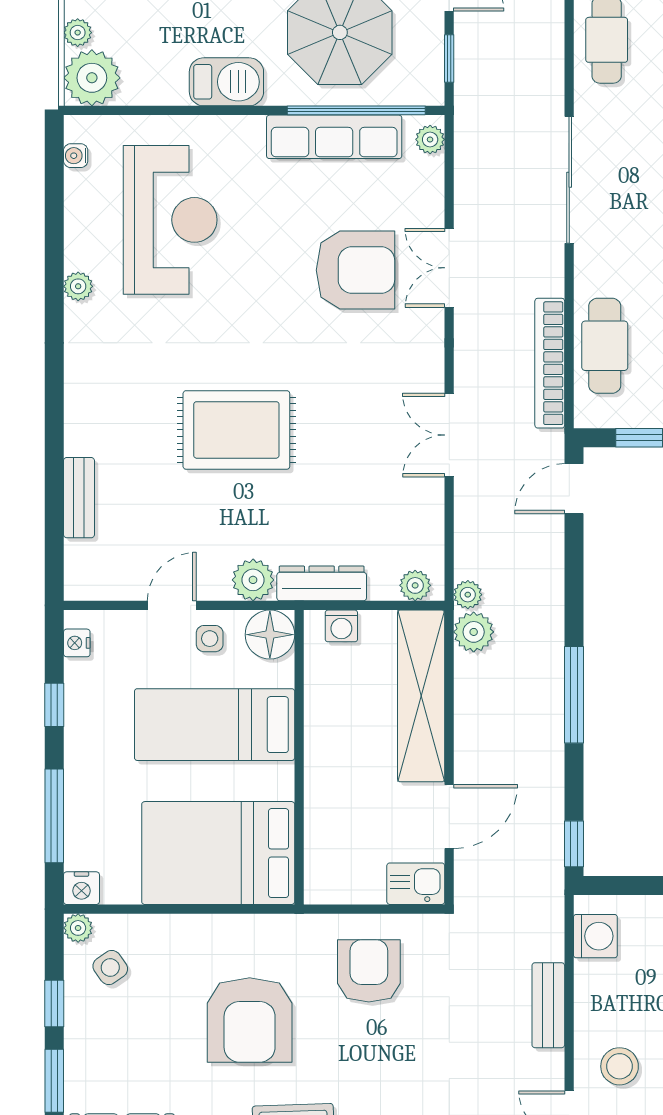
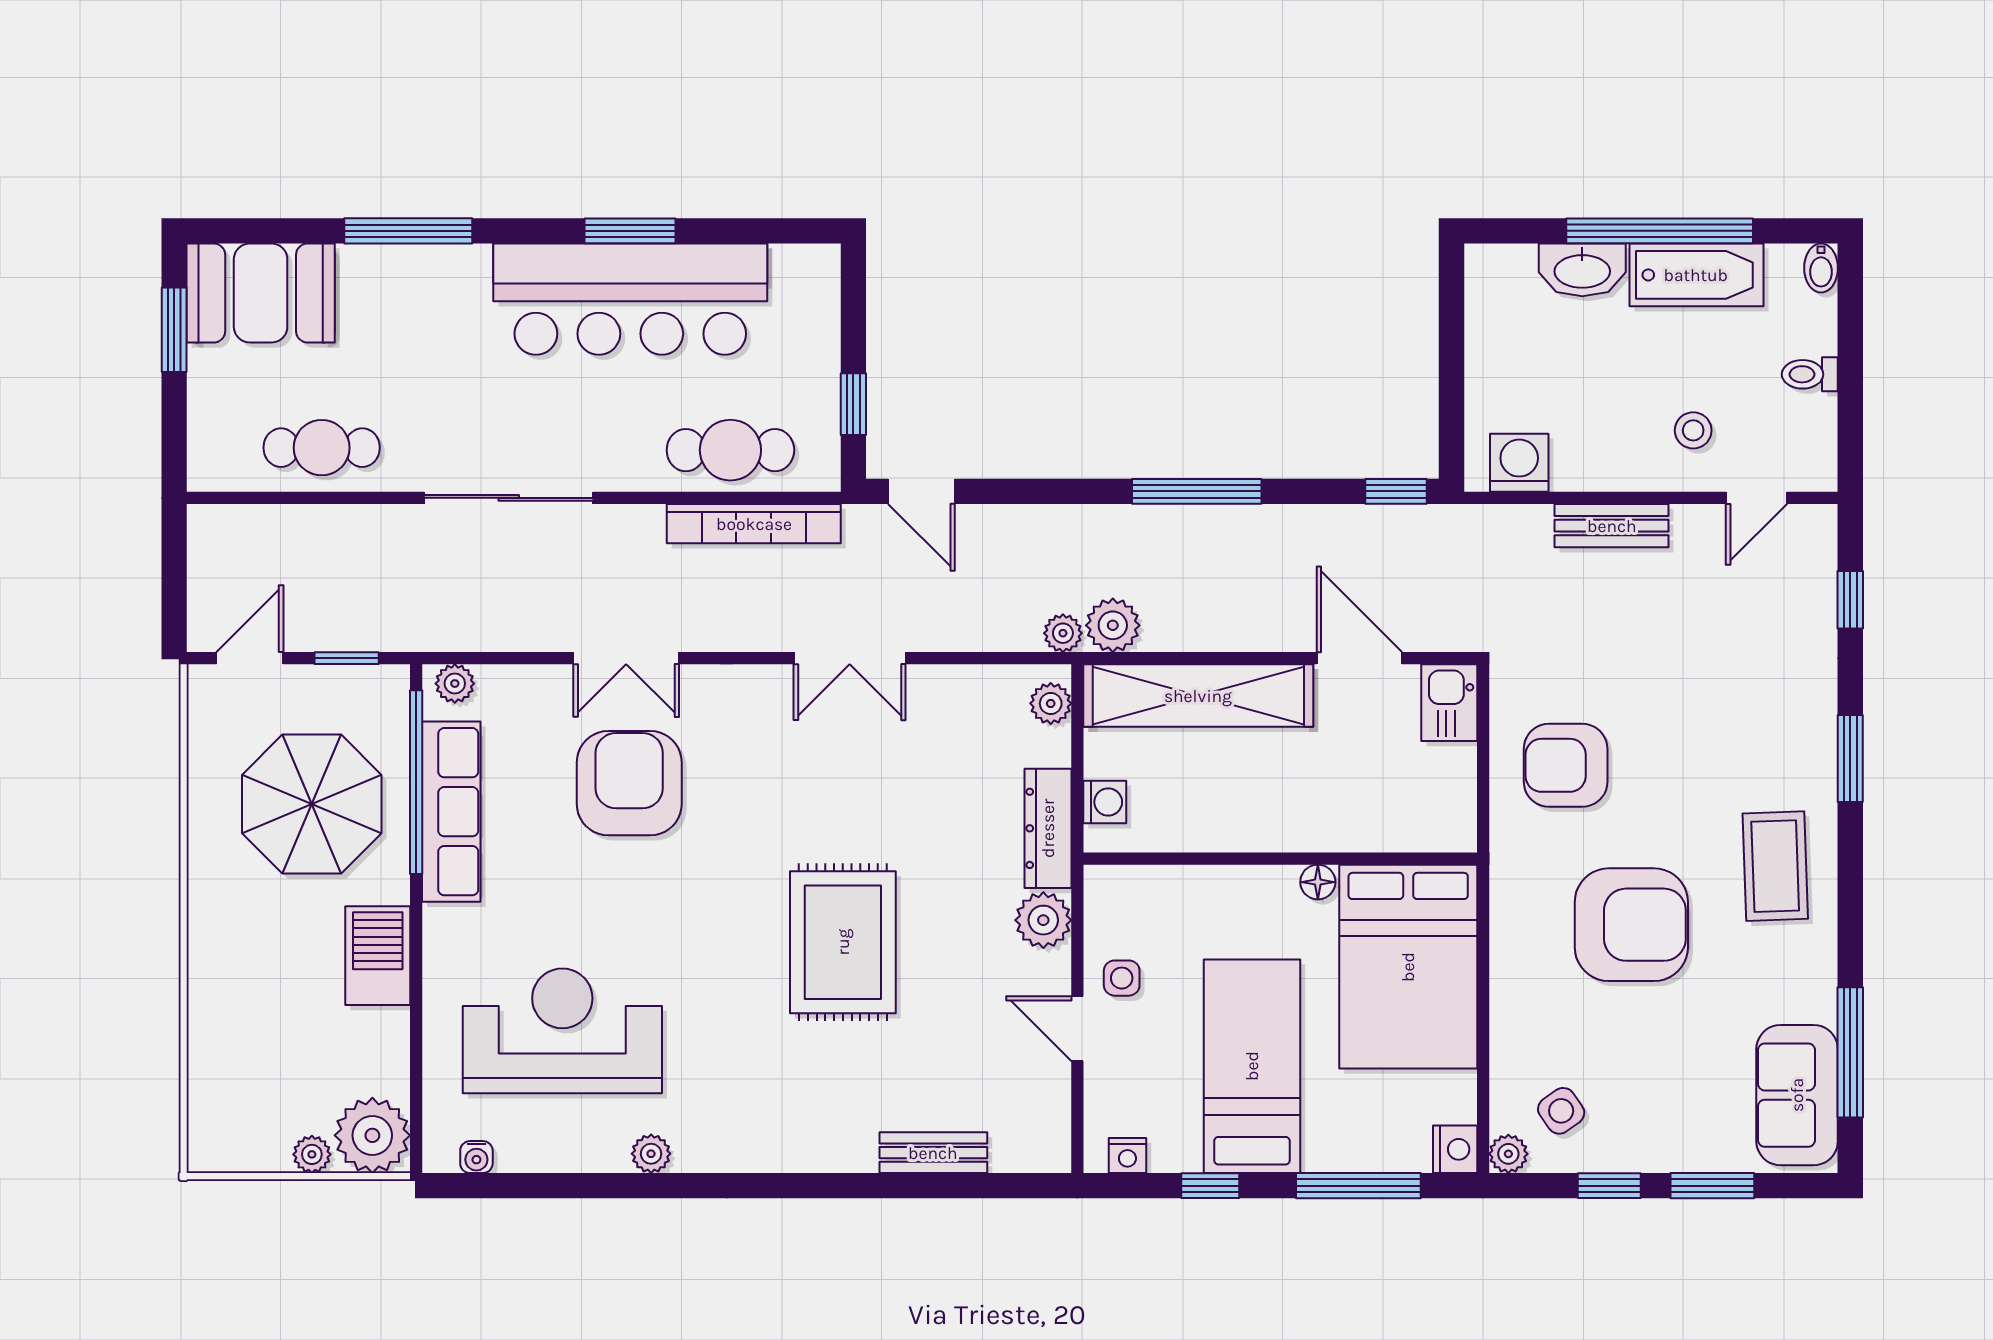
floor lamp: (270, 635) -> (1318, 882), moved, width x0.53, depth x0.53
bed: (215, 725) -> (1252, 1066), moved, turned 180
stool: (620, 1066) -> (1693, 430), width x0.73, depth x0.73

